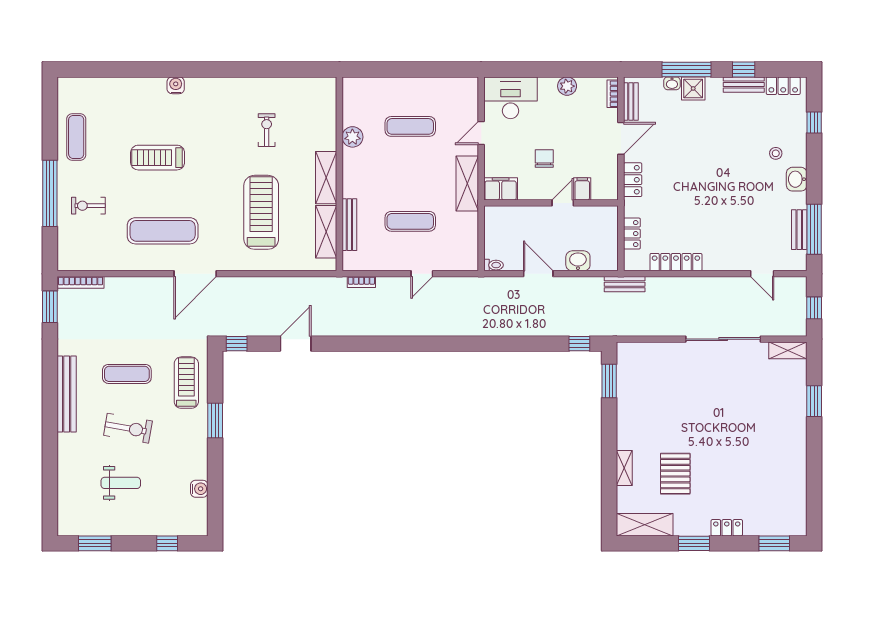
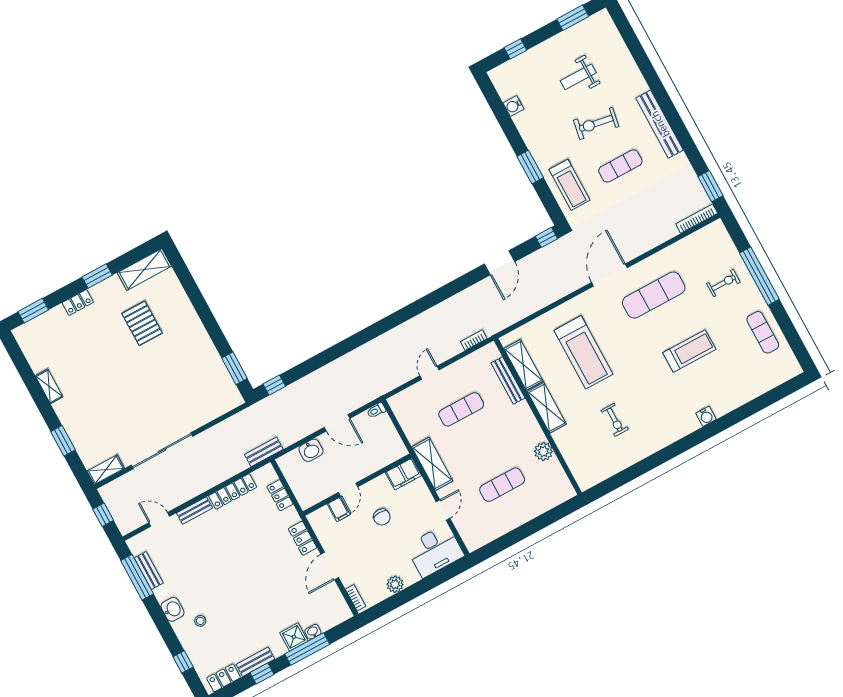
bench: (631, 102) -> (194, 511), moved, turned 90
shelving: (624, 468) -> (49, 386), moved

